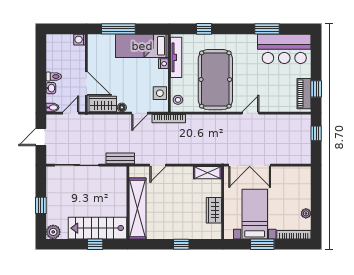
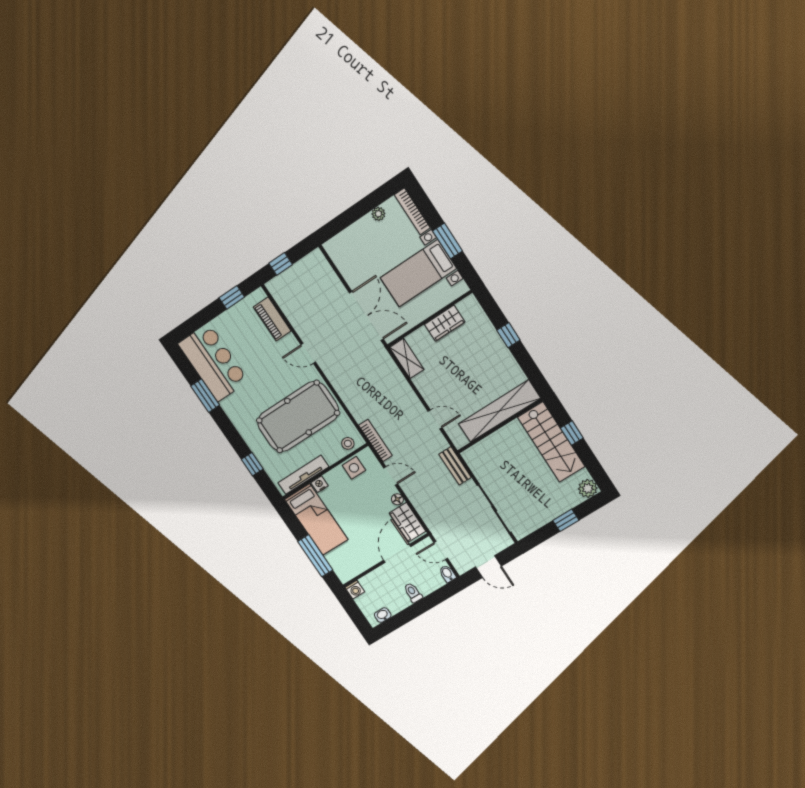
washbasin: (51, 88) -> (383, 615), moved
piano: (304, 94) -> (272, 319), moved, turned 90

